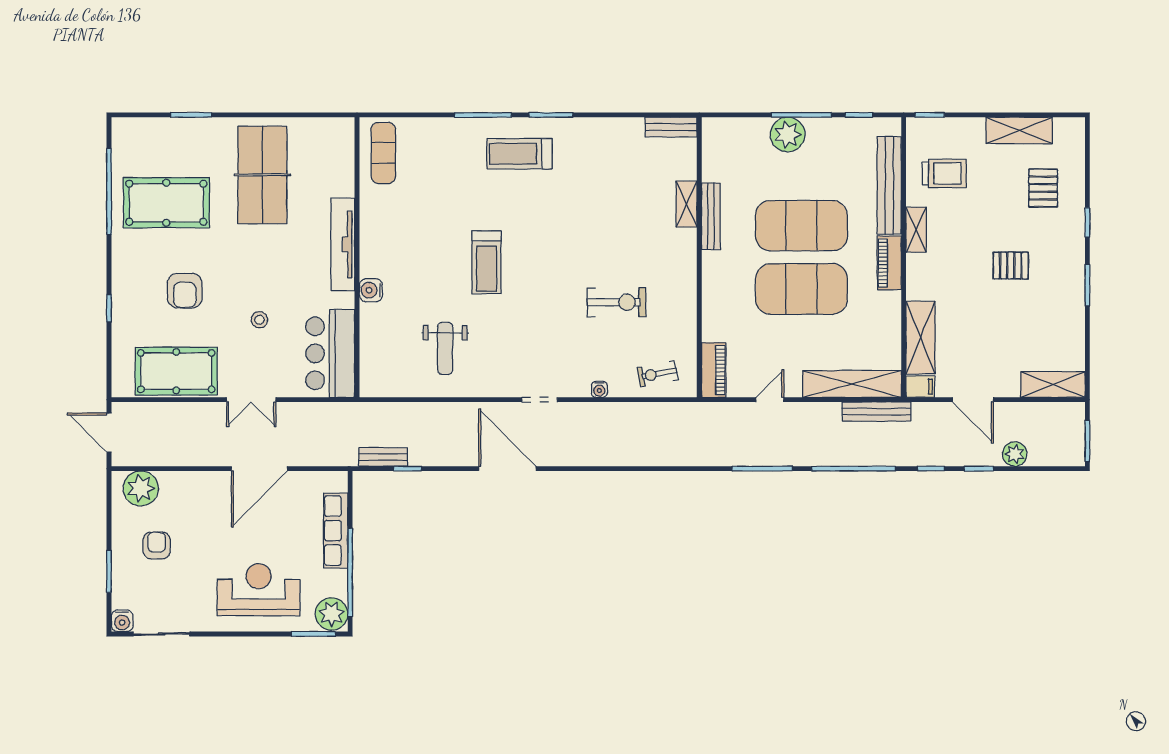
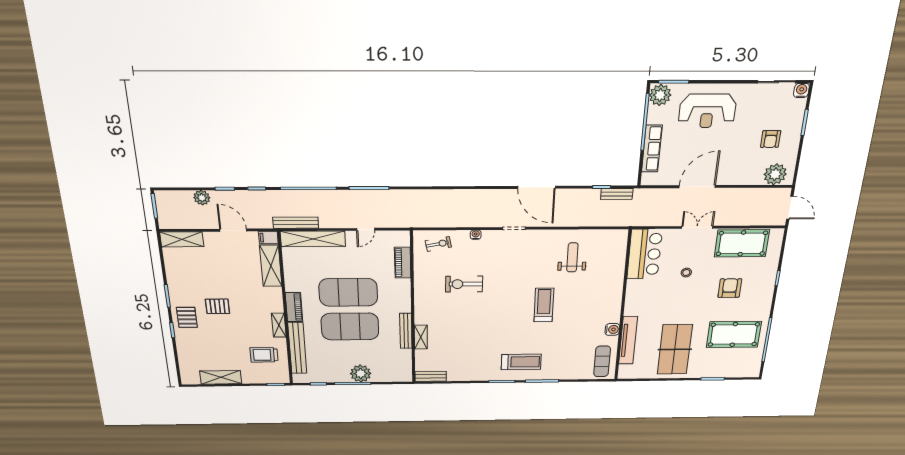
pallet: (1043, 188) -> (187, 317), moved
tv unit: (343, 244) -> (628, 340), moved
water cooler: (371, 290) -> (612, 329), moved
piano: (714, 370) -> (403, 263), moved

